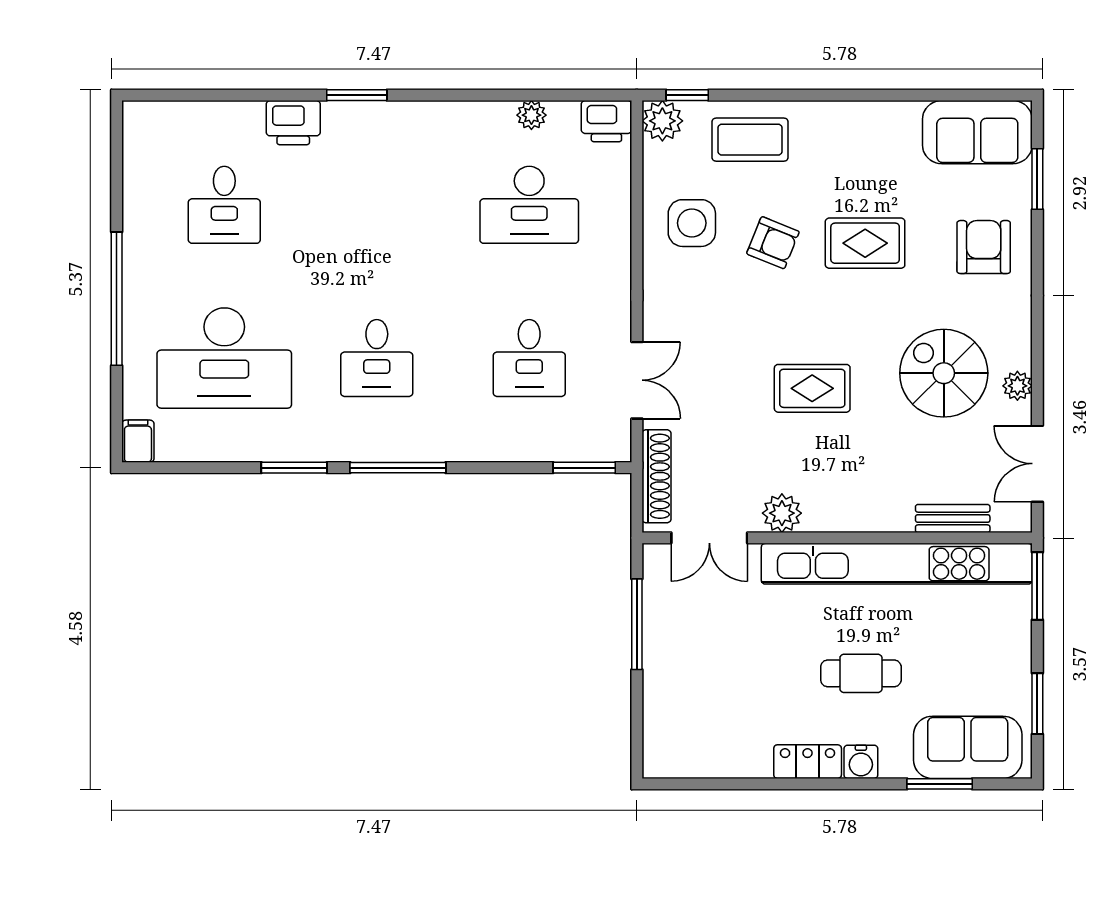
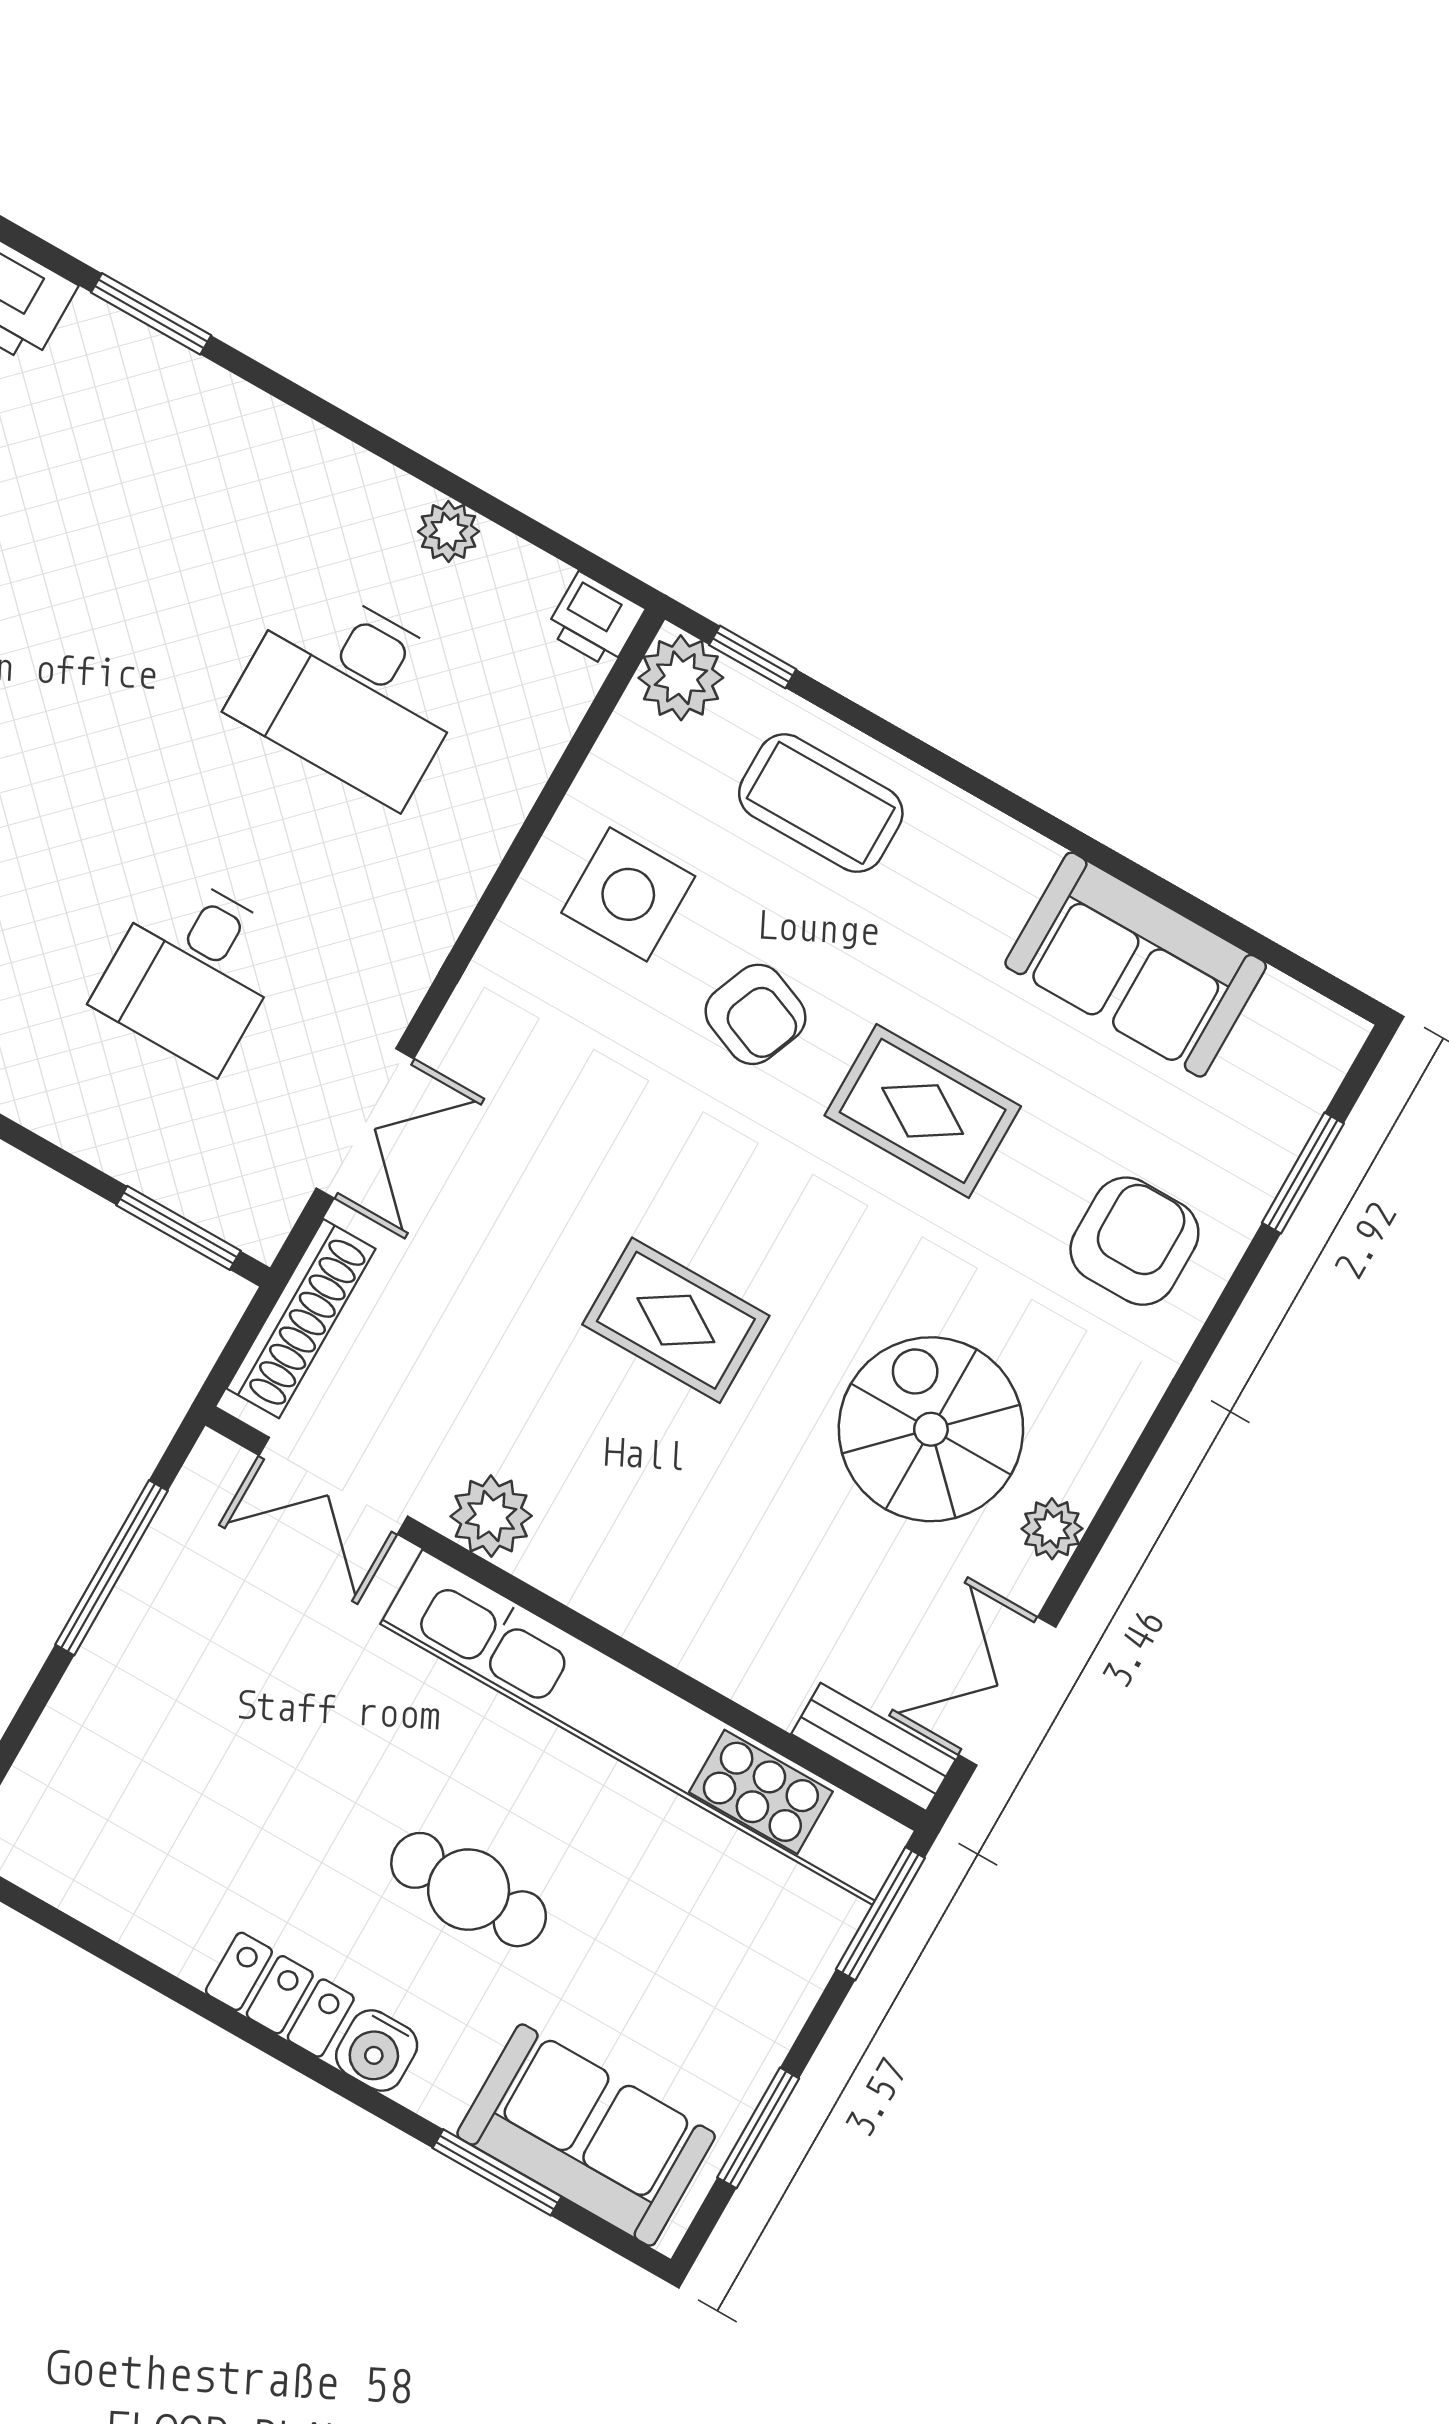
printer: (606, 121) -> (595, 620), width x0.73, depth x0.81
sofa: (977, 132) -> (1136, 965), moved
bench: (953, 519) -> (873, 1747), moved

